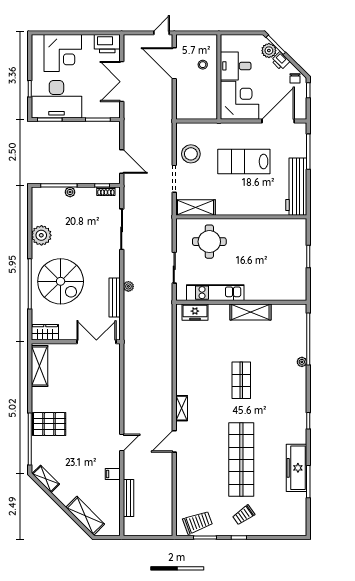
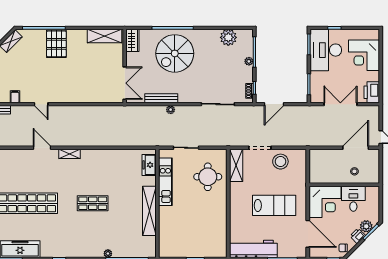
lab bench: (244, 161) -> (274, 205), turned 90
plant: (41, 235) -> (228, 37), moved
shelving: (250, 312) -> (149, 211), width x1.47

